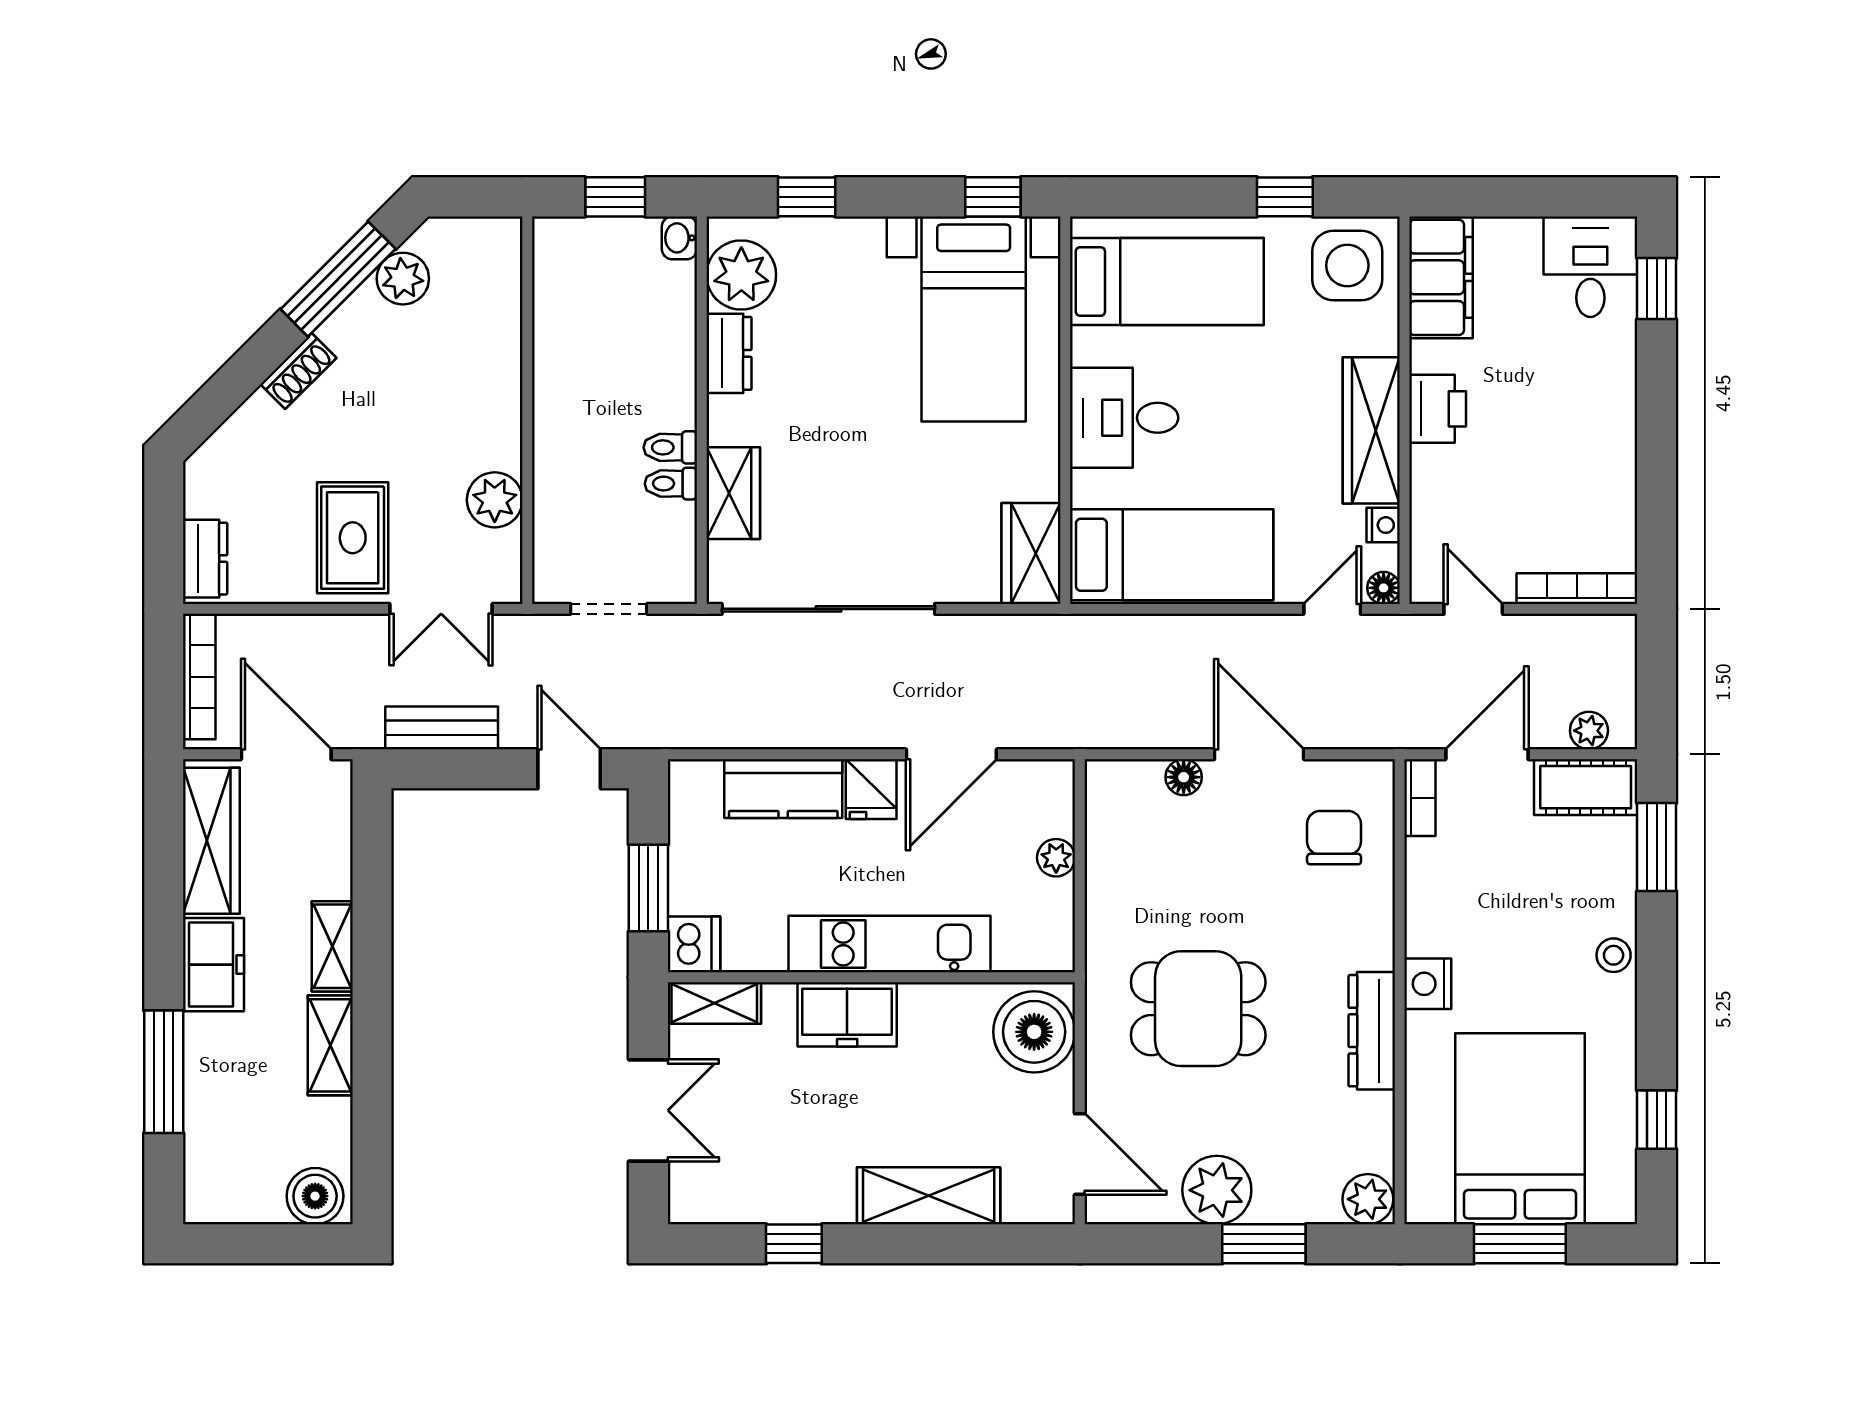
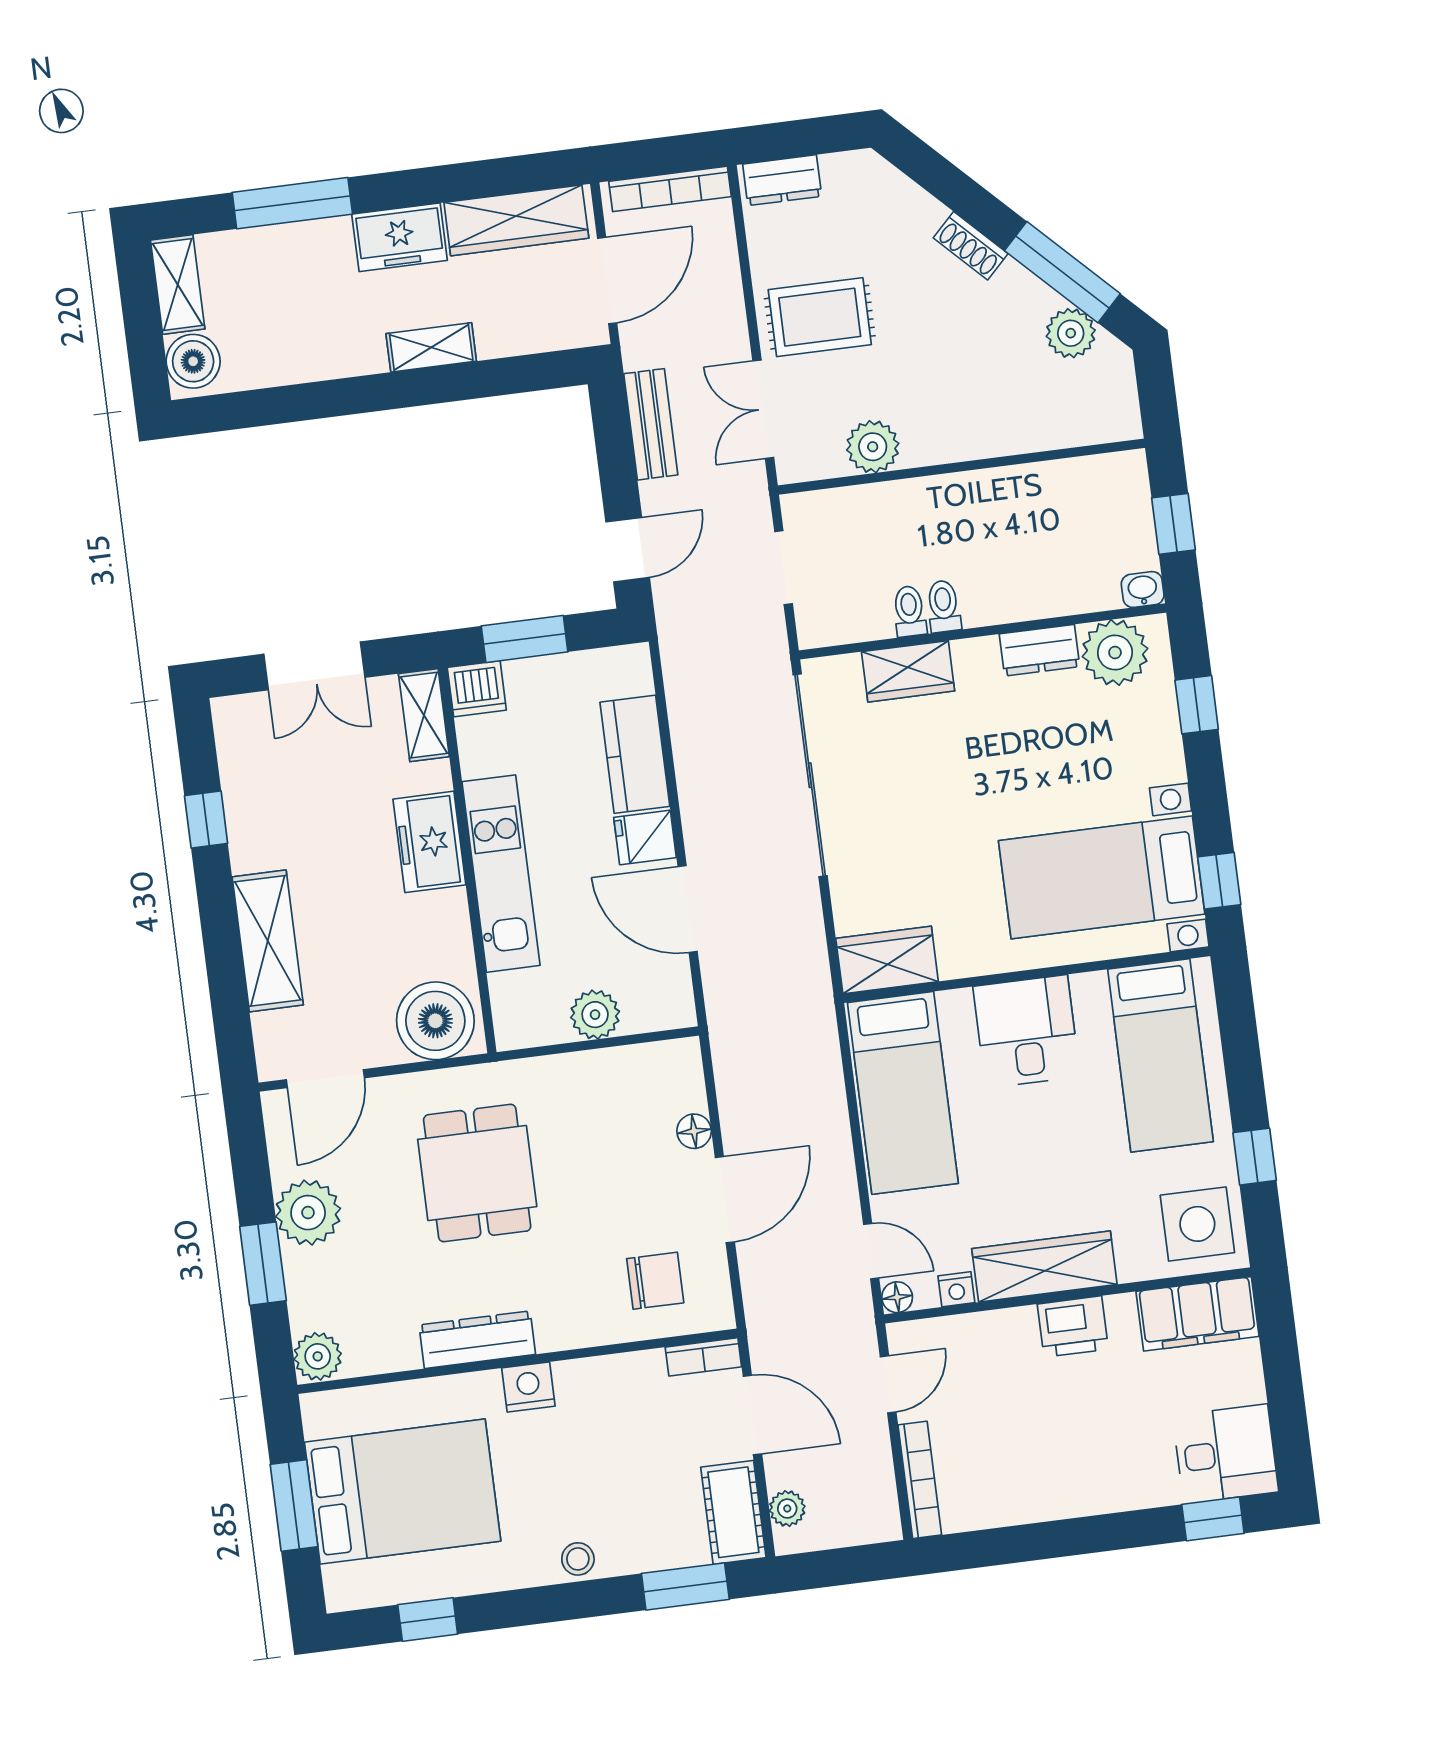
plant: (1056, 858) -> (595, 1015), width x1.38, depth x1.38
shelving: (330, 1045) -> (178, 284), moved, turned 90

